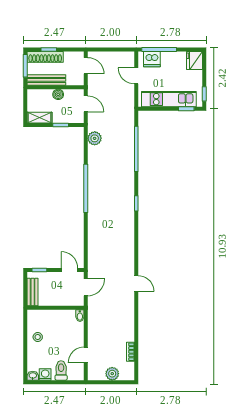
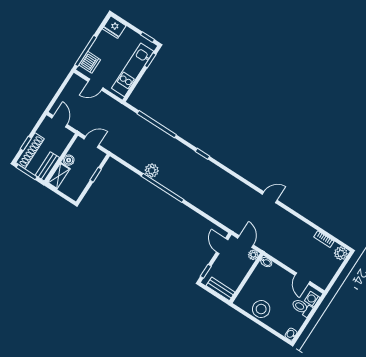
door: (86, 66) -> (59, 121), hinge flipped
bench: (46, 80) -> (47, 166), width x0.73
shelving: (40, 118) -> (59, 176), moved
plant: (95, 138) -> (152, 170), moved
door: (70, 270) -> (222, 246), hinge flipped
plant: (79, 301) -> (253, 255), added
stool: (38, 337) -> (261, 309), width x1.89, depth x1.89
plant: (112, 374) -> (341, 253), moved
washing machine: (45, 375) -> (312, 299), moved

